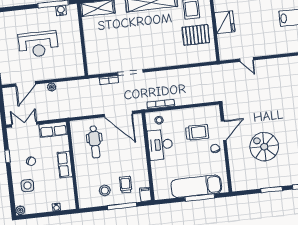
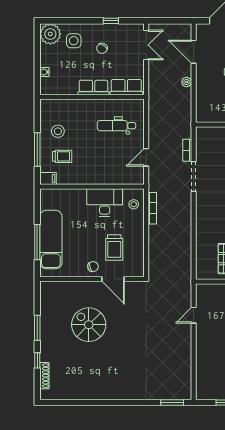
door: (118, 114) -> (146, 157), width x0.53
row of seats: (53, 129) -> (126, 87), moved, turned 90
spiral stairs: (264, 147) -> (89, 325), turned -90
plant: (20, 210) -> (50, 34), width x1.88, depth x1.88

